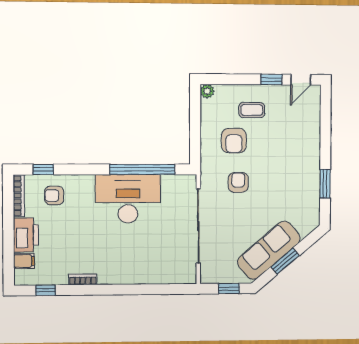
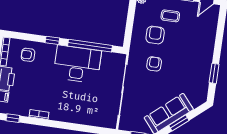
armchair: (234, 141) -> (155, 35), turned 180
window: (43, 169) -> (52, 40), moved

